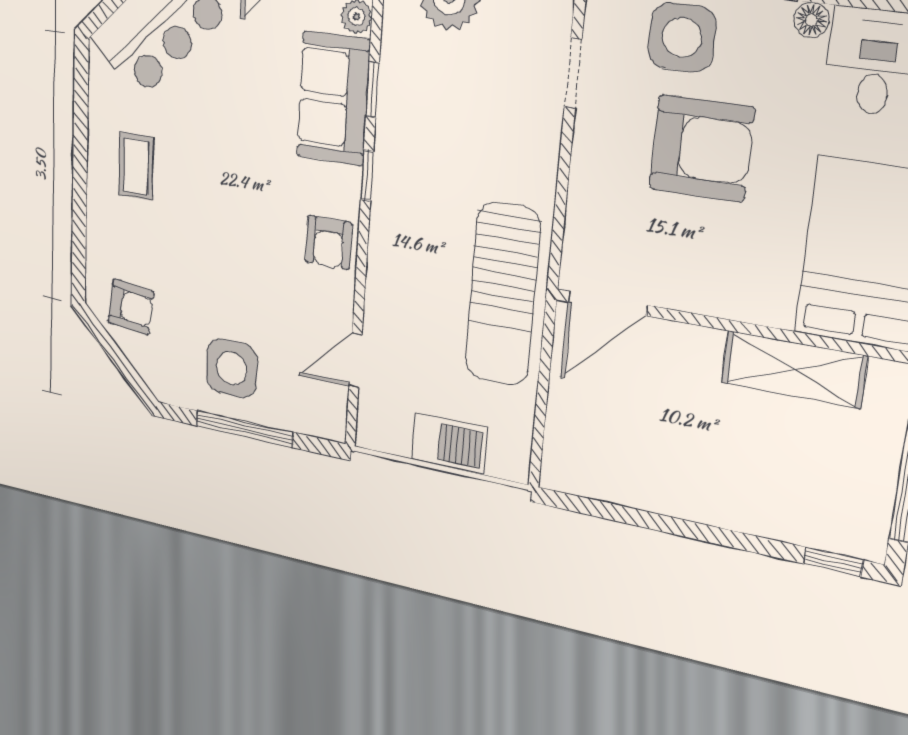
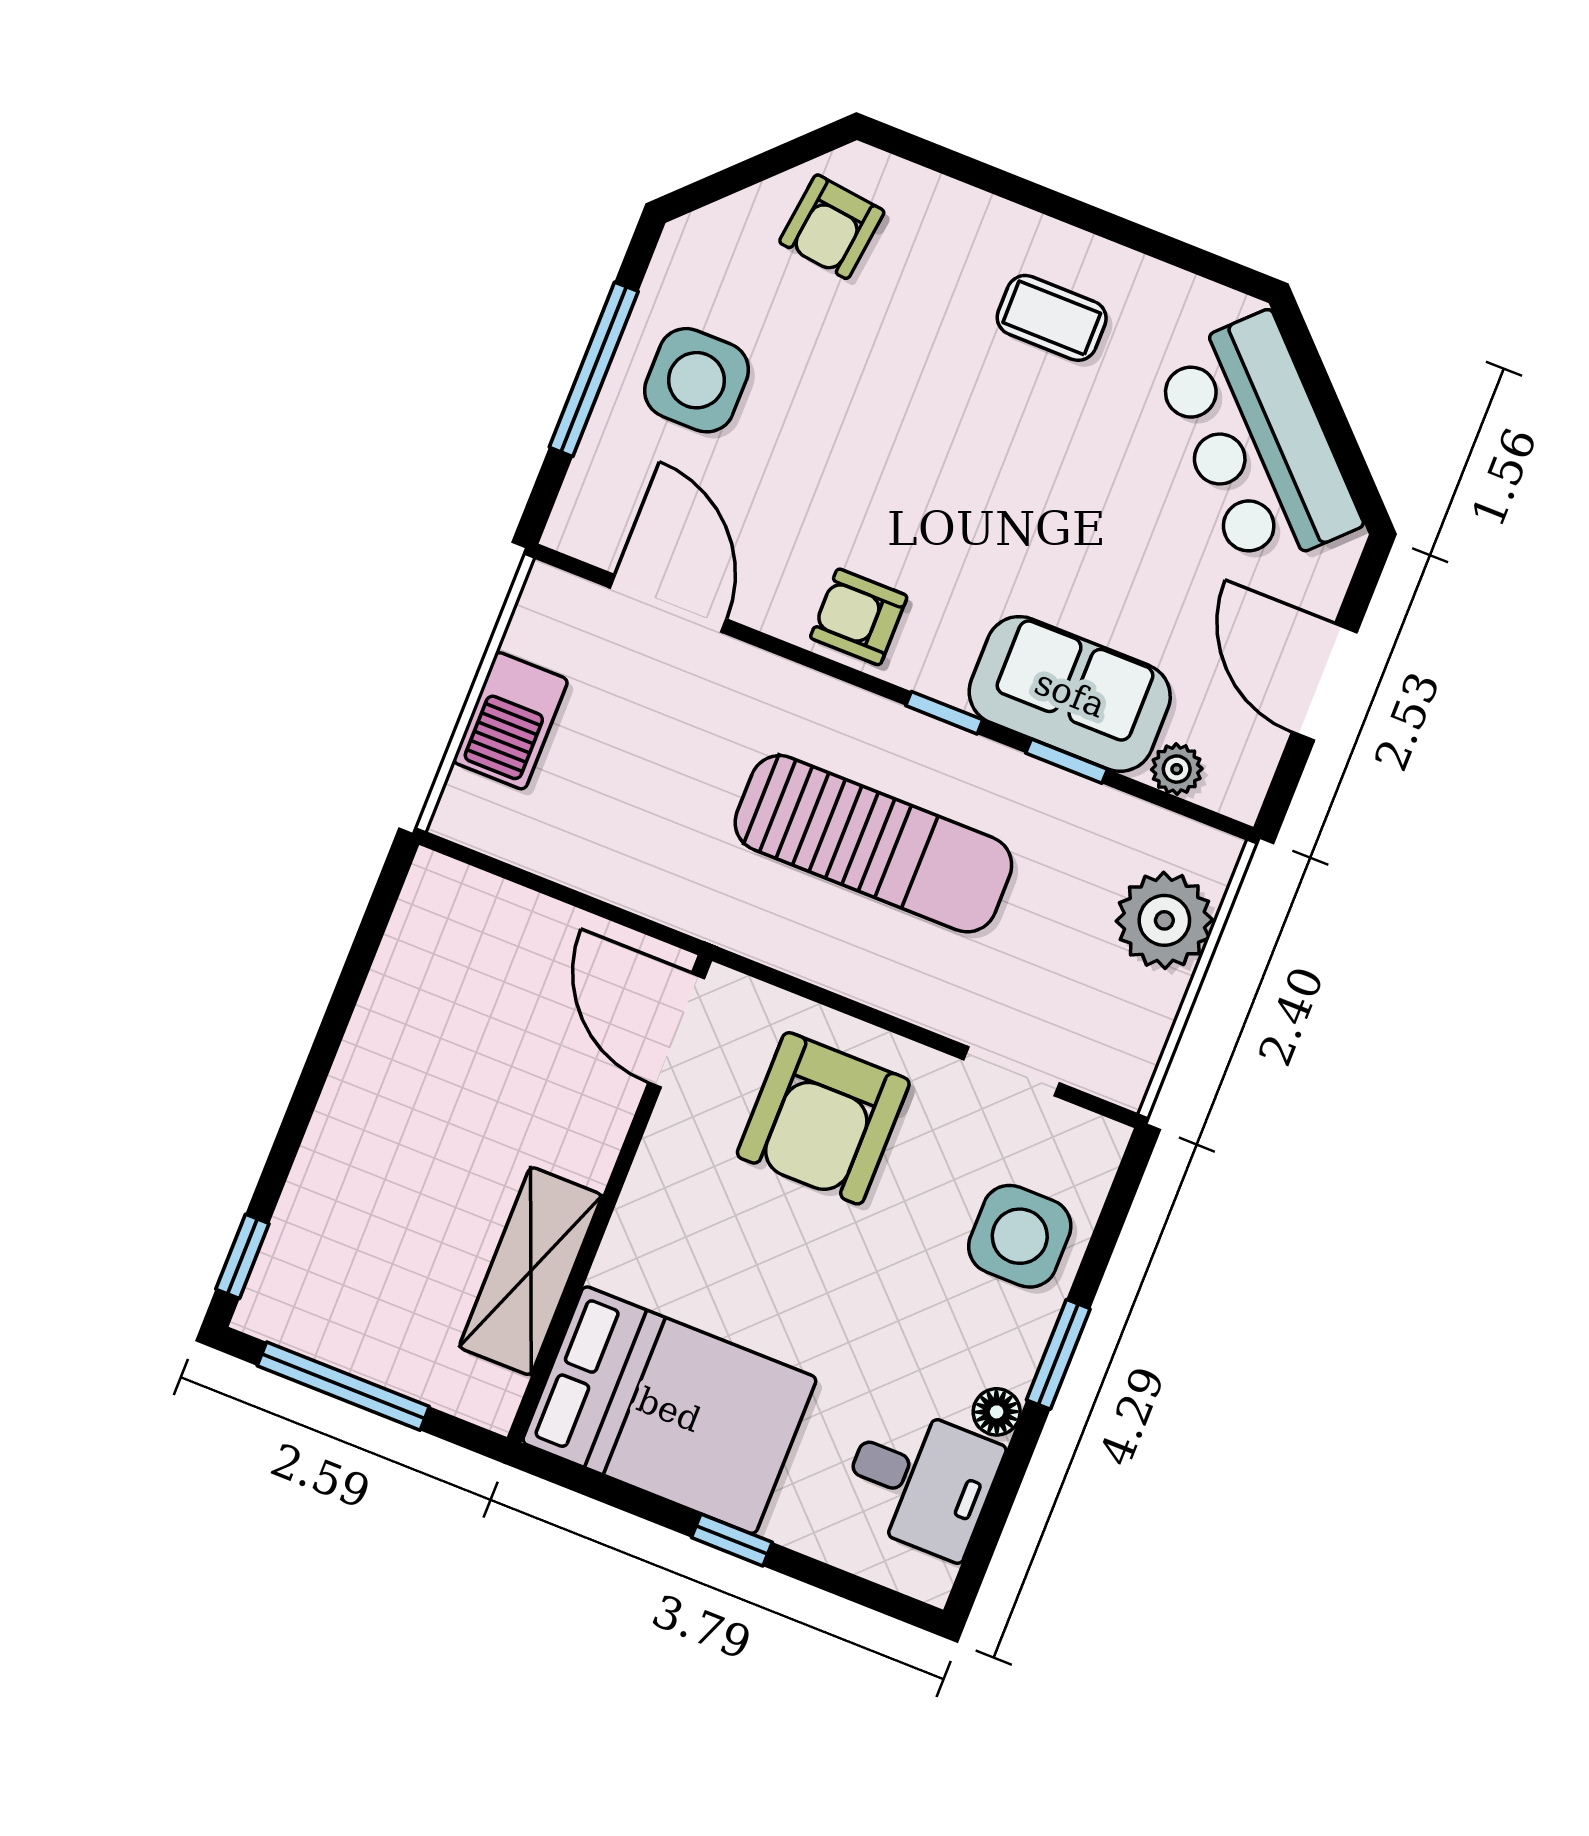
armchair: (702, 148) -> (823, 1118), moved
sun lounger: (503, 294) -> (873, 844), moved, turned 180
door: (355, 361) -> (668, 603), width x1.38

